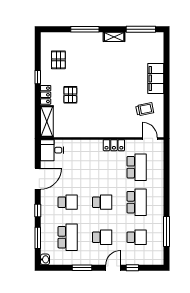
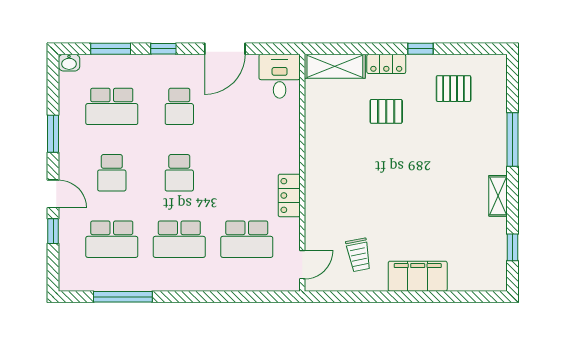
window: (141, 29) -> (513, 247), width x0.46
door: (38, 179) -> (225, 49), hinge flipped
school desk: (137, 237) -> (112, 239), width x1.85

